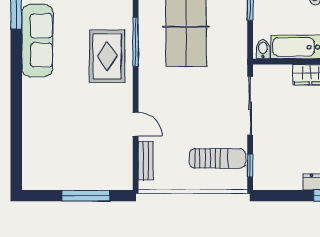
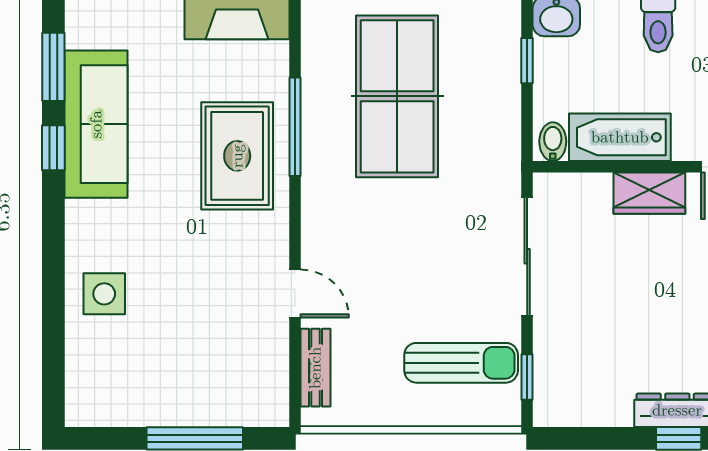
window: (16, 52) -> (53, 148), added
side table: (41, 124) -> (104, 294), added

